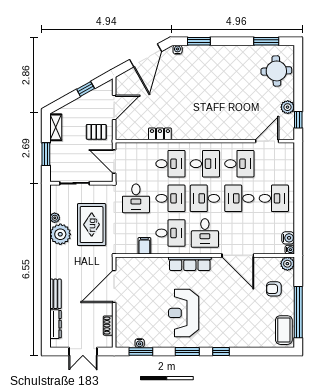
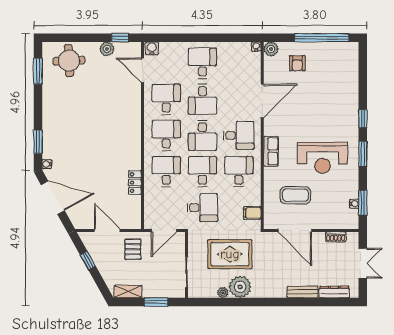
water cooler: (288, 238) -> (152, 48), moved
filing cabinet: (144, 246) -> (252, 213), moved
row of seats: (190, 264) -> (271, 151), width x0.68
coffee table: (284, 330) -> (295, 195), moved

